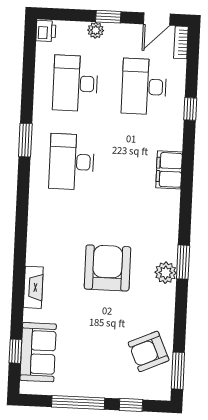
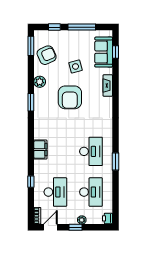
plant: (166, 273) -> (40, 82), moved
side table: (94, 327) -> (75, 66), added

